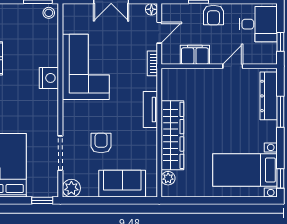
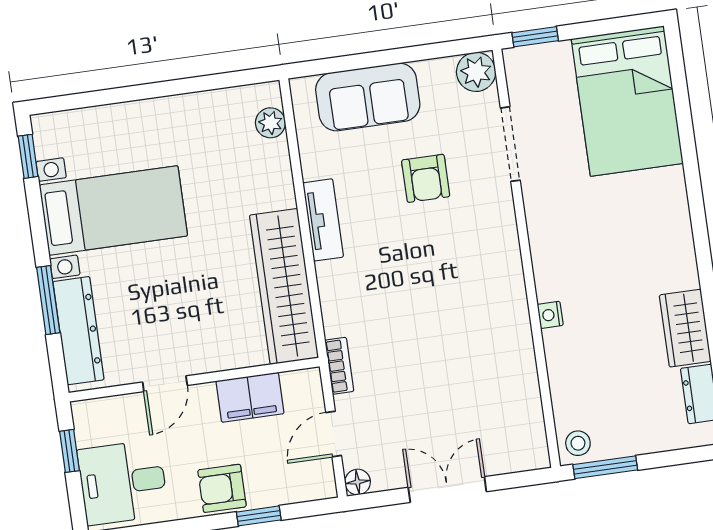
armchair: (213, 15) -> (222, 488), turned -90
corner sofa: (86, 67) -> (482, 338), removed
nightstand: (49, 78) -> (550, 315), width x0.53, depth x0.56
tv unit: (150, 110) -> (323, 220), moved
wardrobe: (172, 135) -> (284, 287), moved
bed with nightstands: (245, 170) -> (113, 210), moved

